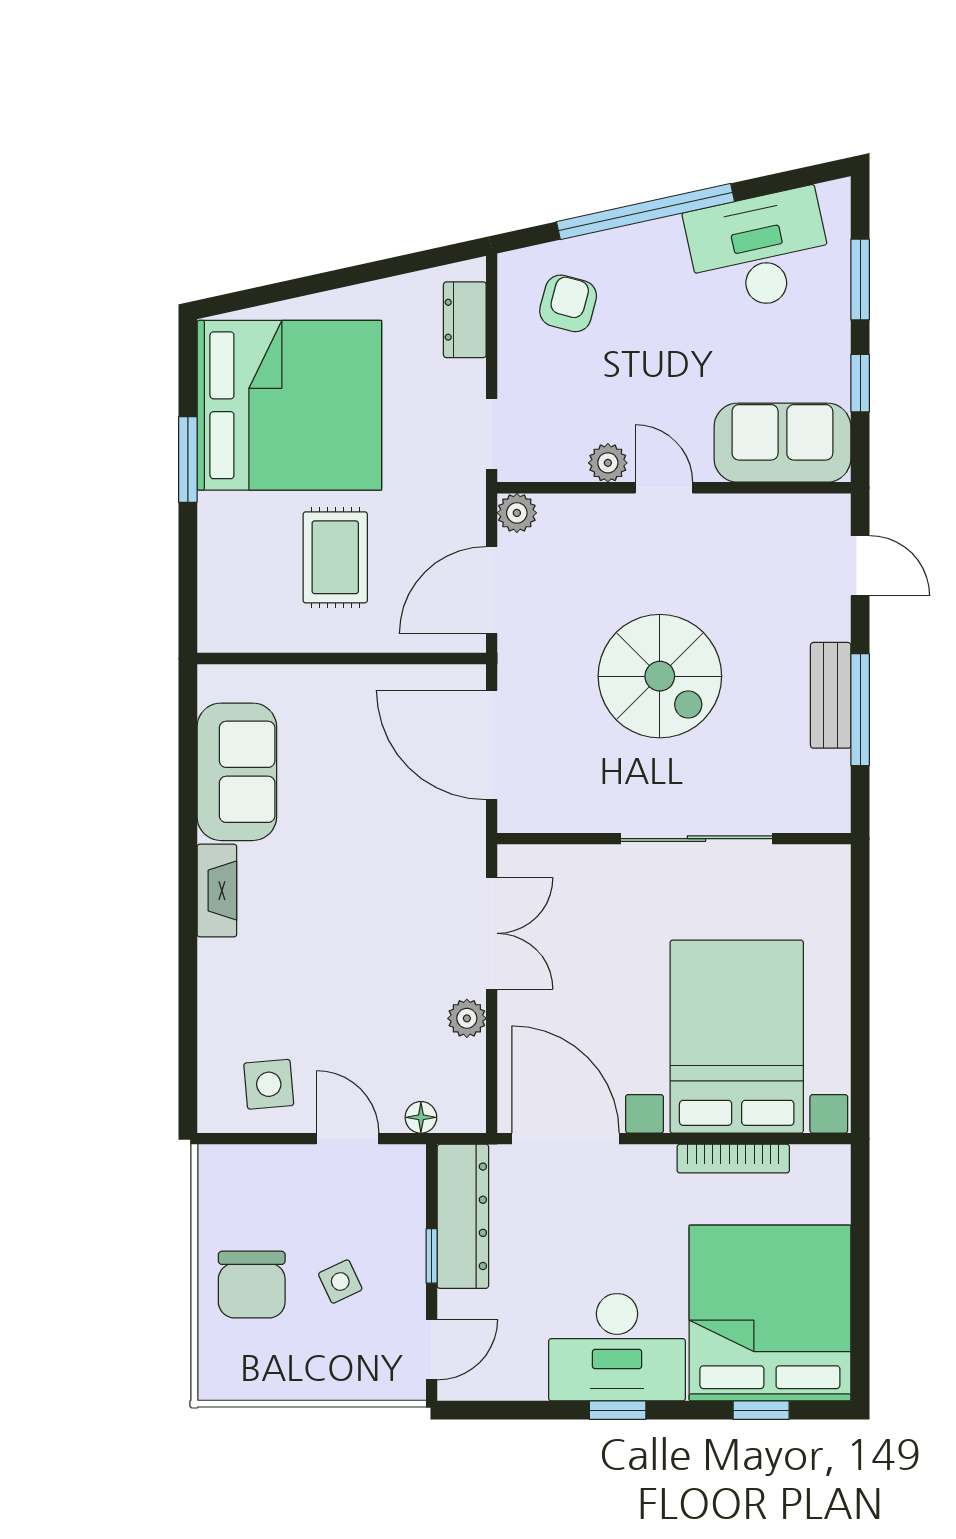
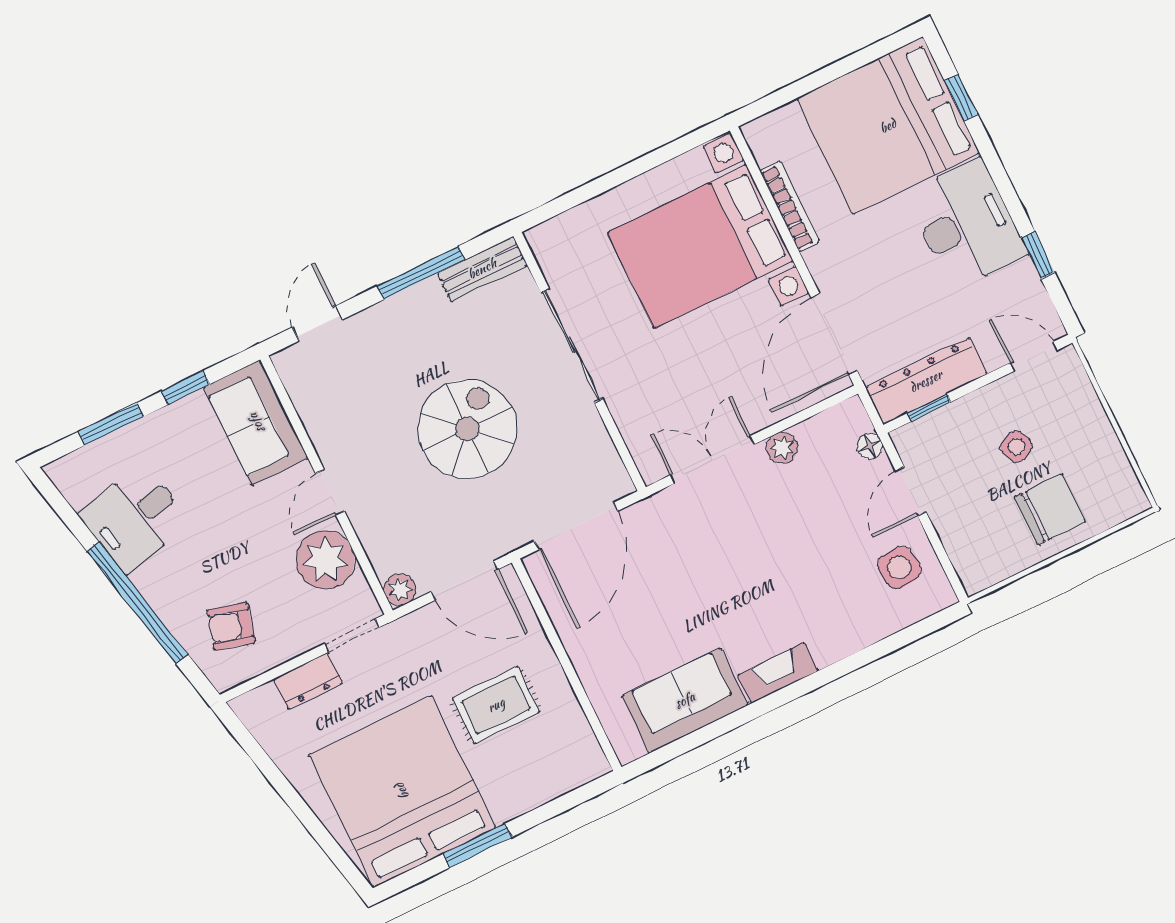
desk: (759, 251) -> (135, 519), width x0.73
dresser: (465, 320) -> (308, 681), moved
plant: (608, 463) -> (326, 560), width x1.88, depth x1.88
bench: (831, 695) -> (482, 269), moved
window: (432, 1256) -> (929, 407), moved
window: (618, 1410) -> (1038, 255), moved

